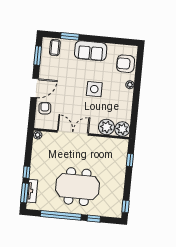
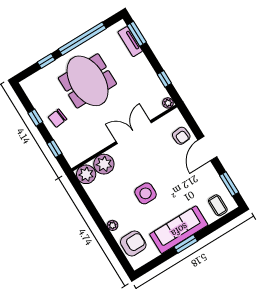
window: (70, 36) -> (186, 244), moved
sofa: (91, 51) -> (179, 230), width x1.36
double door: (73, 133) -> (134, 132), swing flipped
window: (26, 172) -> (164, 79), moved
chair: (114, 177) -> (58, 118), added
meeting table: (77, 187) -> (87, 81), turned 90
window: (125, 206) -> (35, 118), moved

